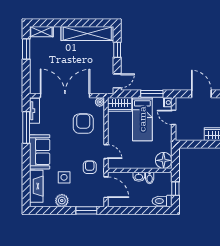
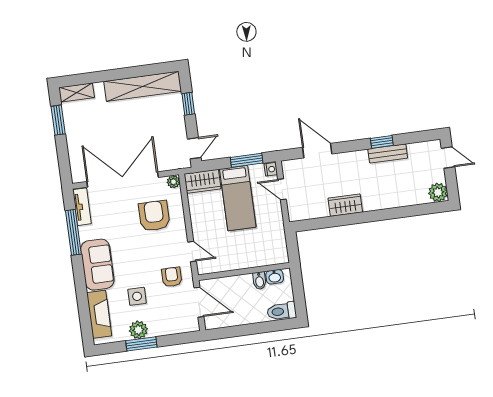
floor lamp: (164, 160) -> (276, 253), removed
washbasin: (139, 177) -> (275, 277), moved
window: (175, 189) -> (298, 291), removed
window: (86, 210) -> (141, 344), moved

